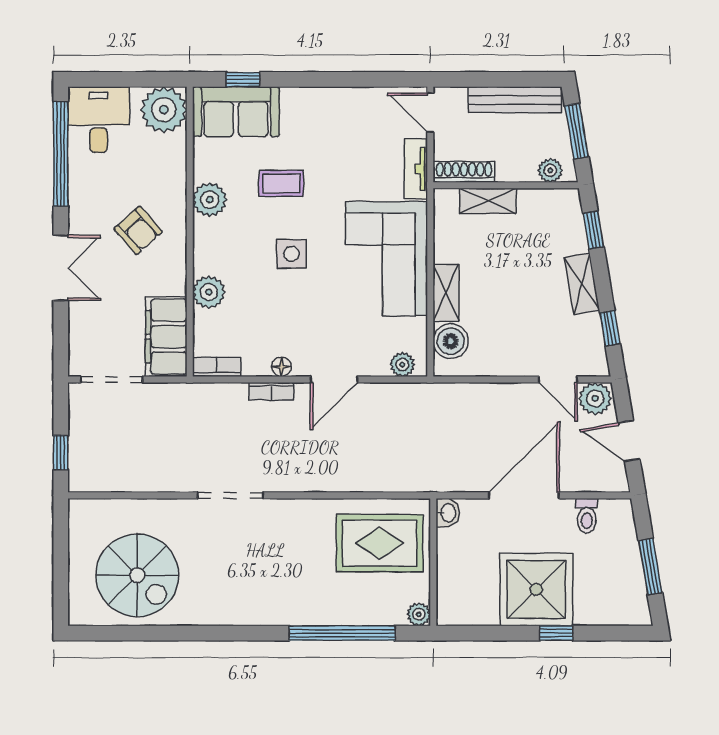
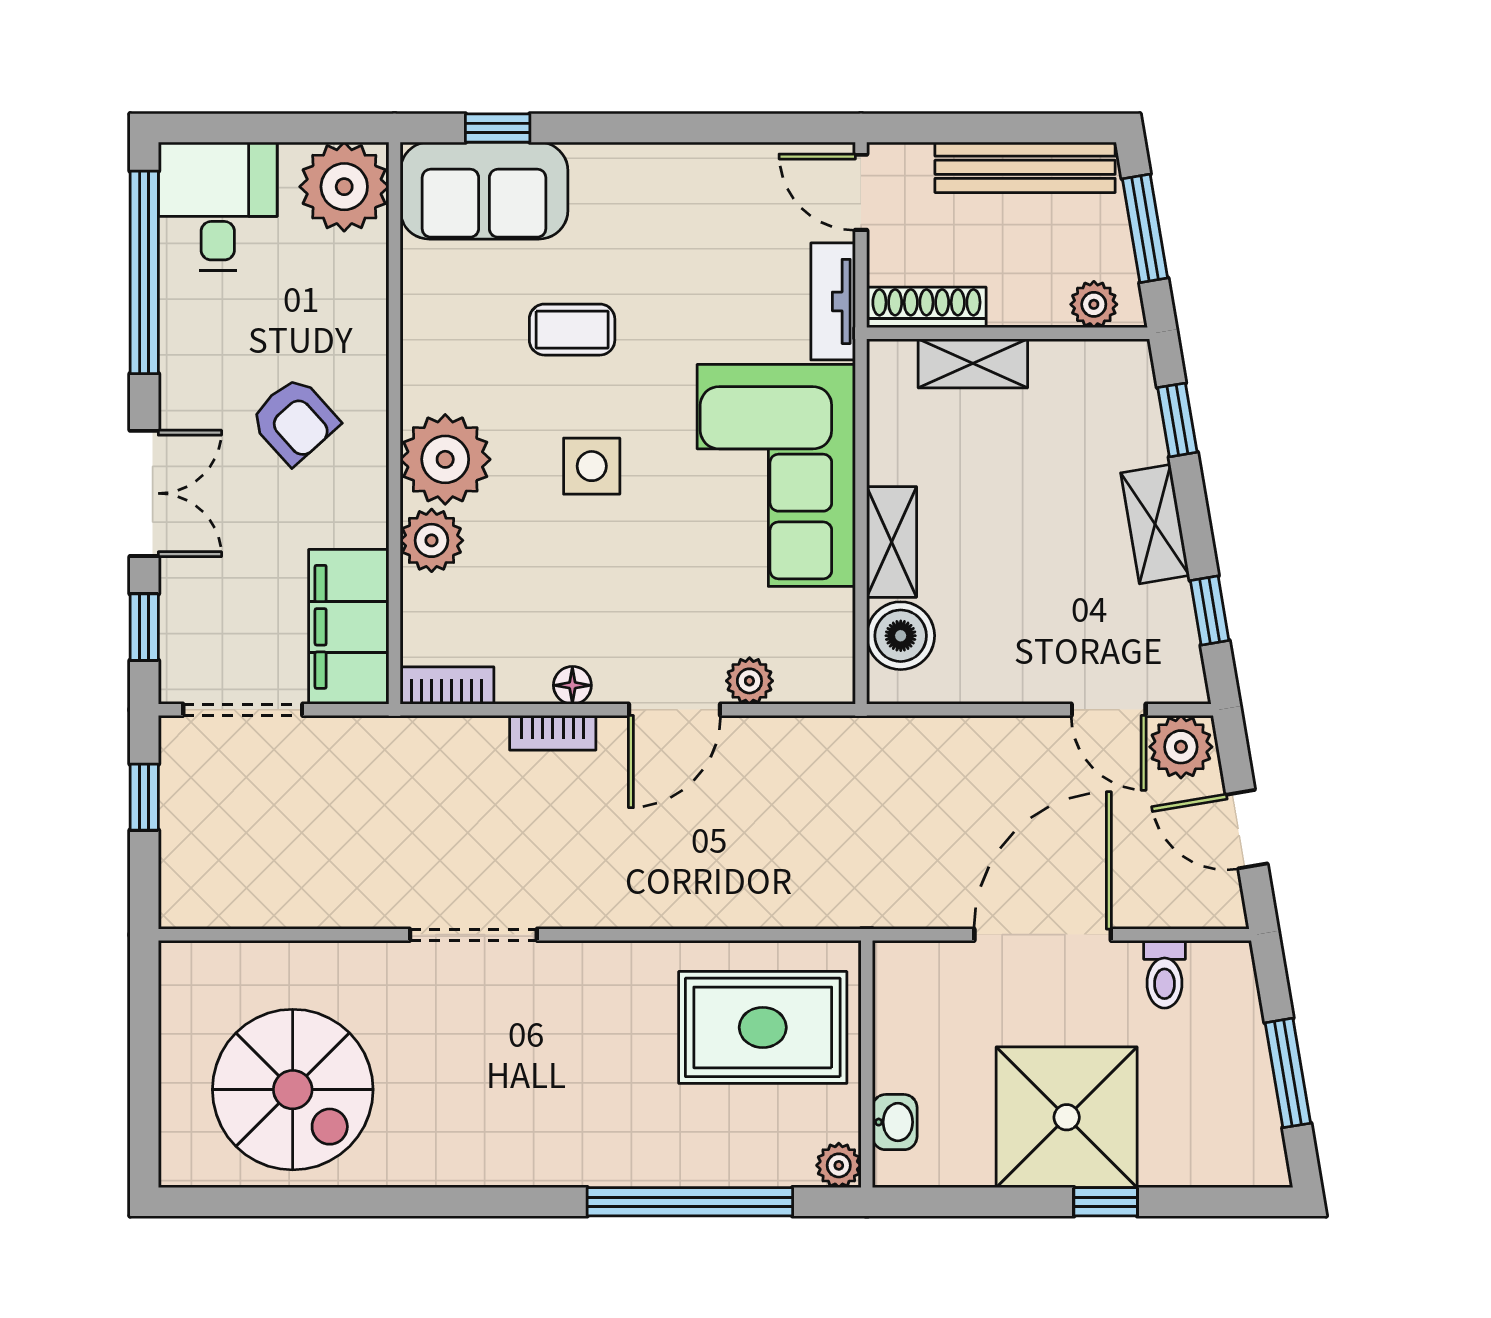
plant: (210, 200) -> (445, 459), moved, width x1.36, depth x1.36
window: (61, 337) -> (144, 627), added
plant: (402, 365) -> (749, 681), moved
window: (61, 453) -> (144, 797), moved
washbasin: (448, 513) -> (895, 1122), moved

